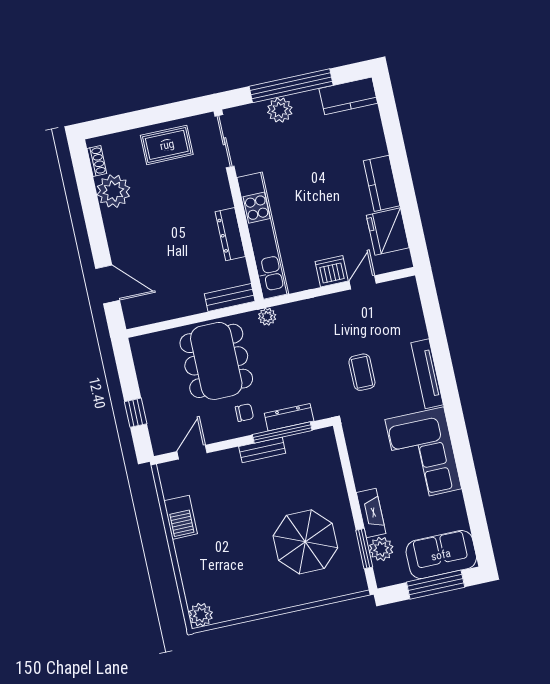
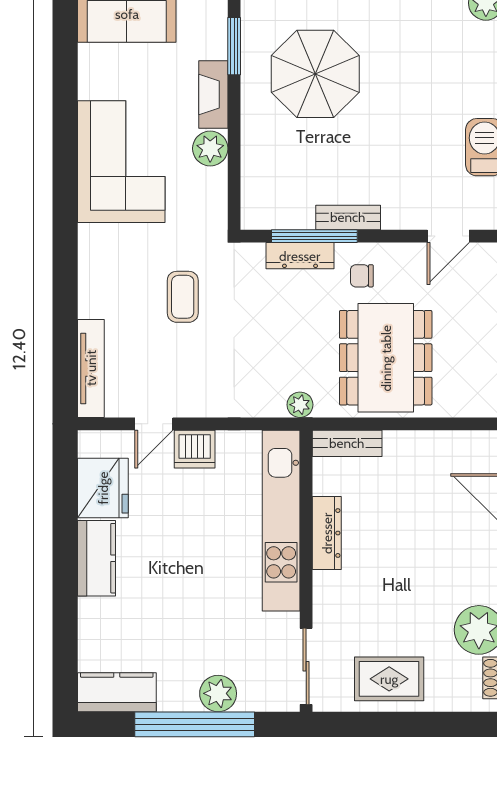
tv unit: (427, 374) -> (91, 368), moved
plant: (381, 549) -> (210, 148), moved

